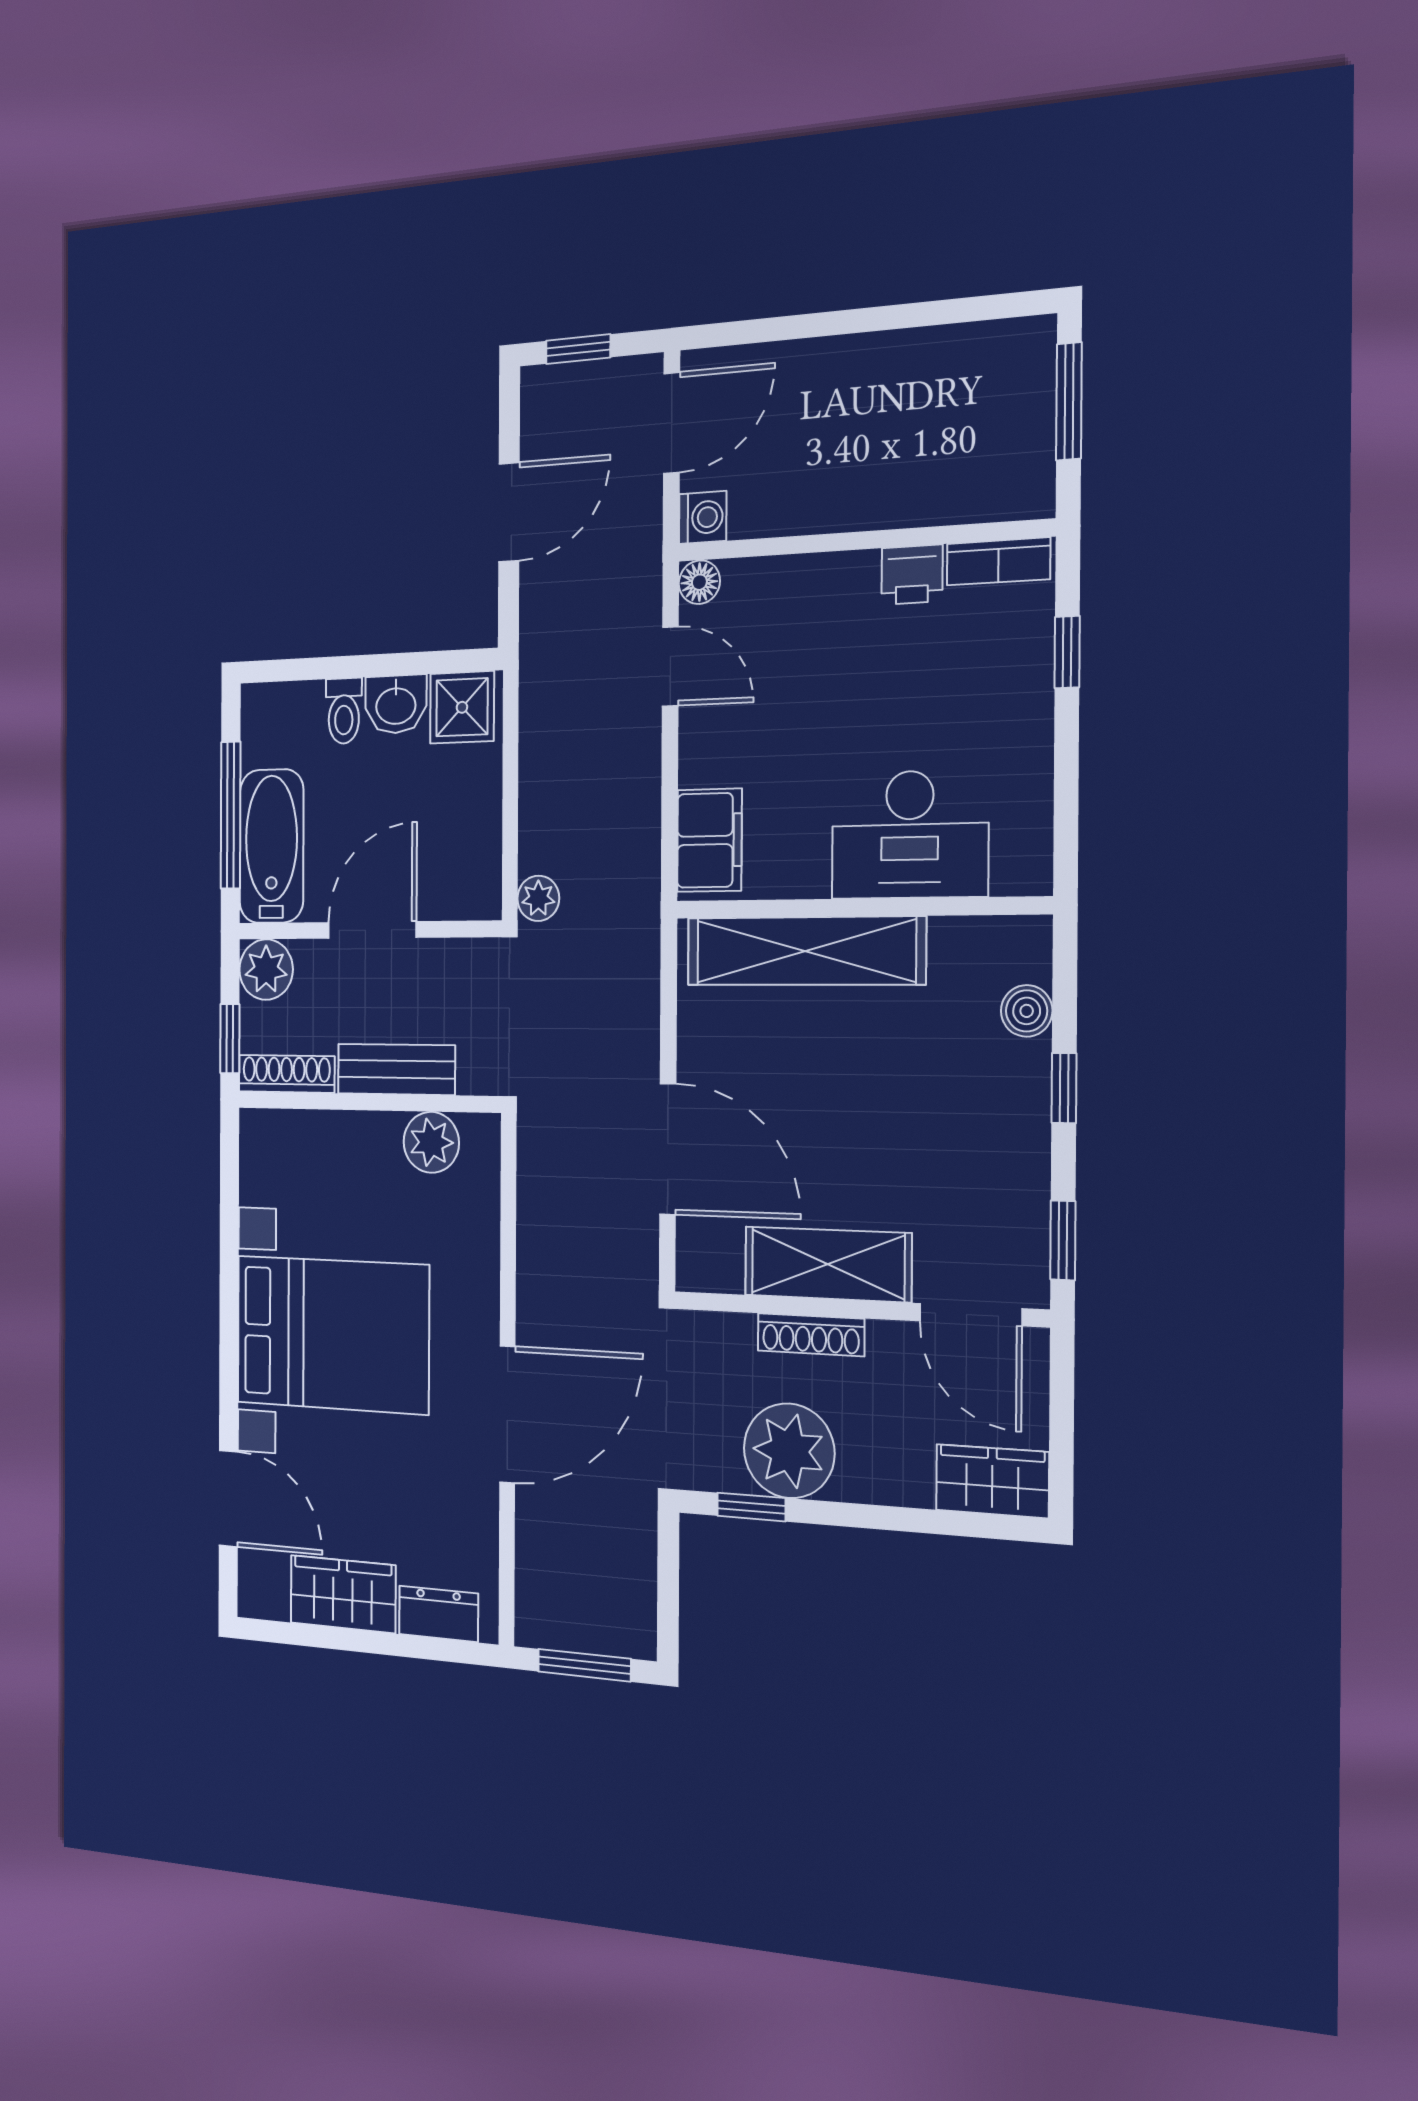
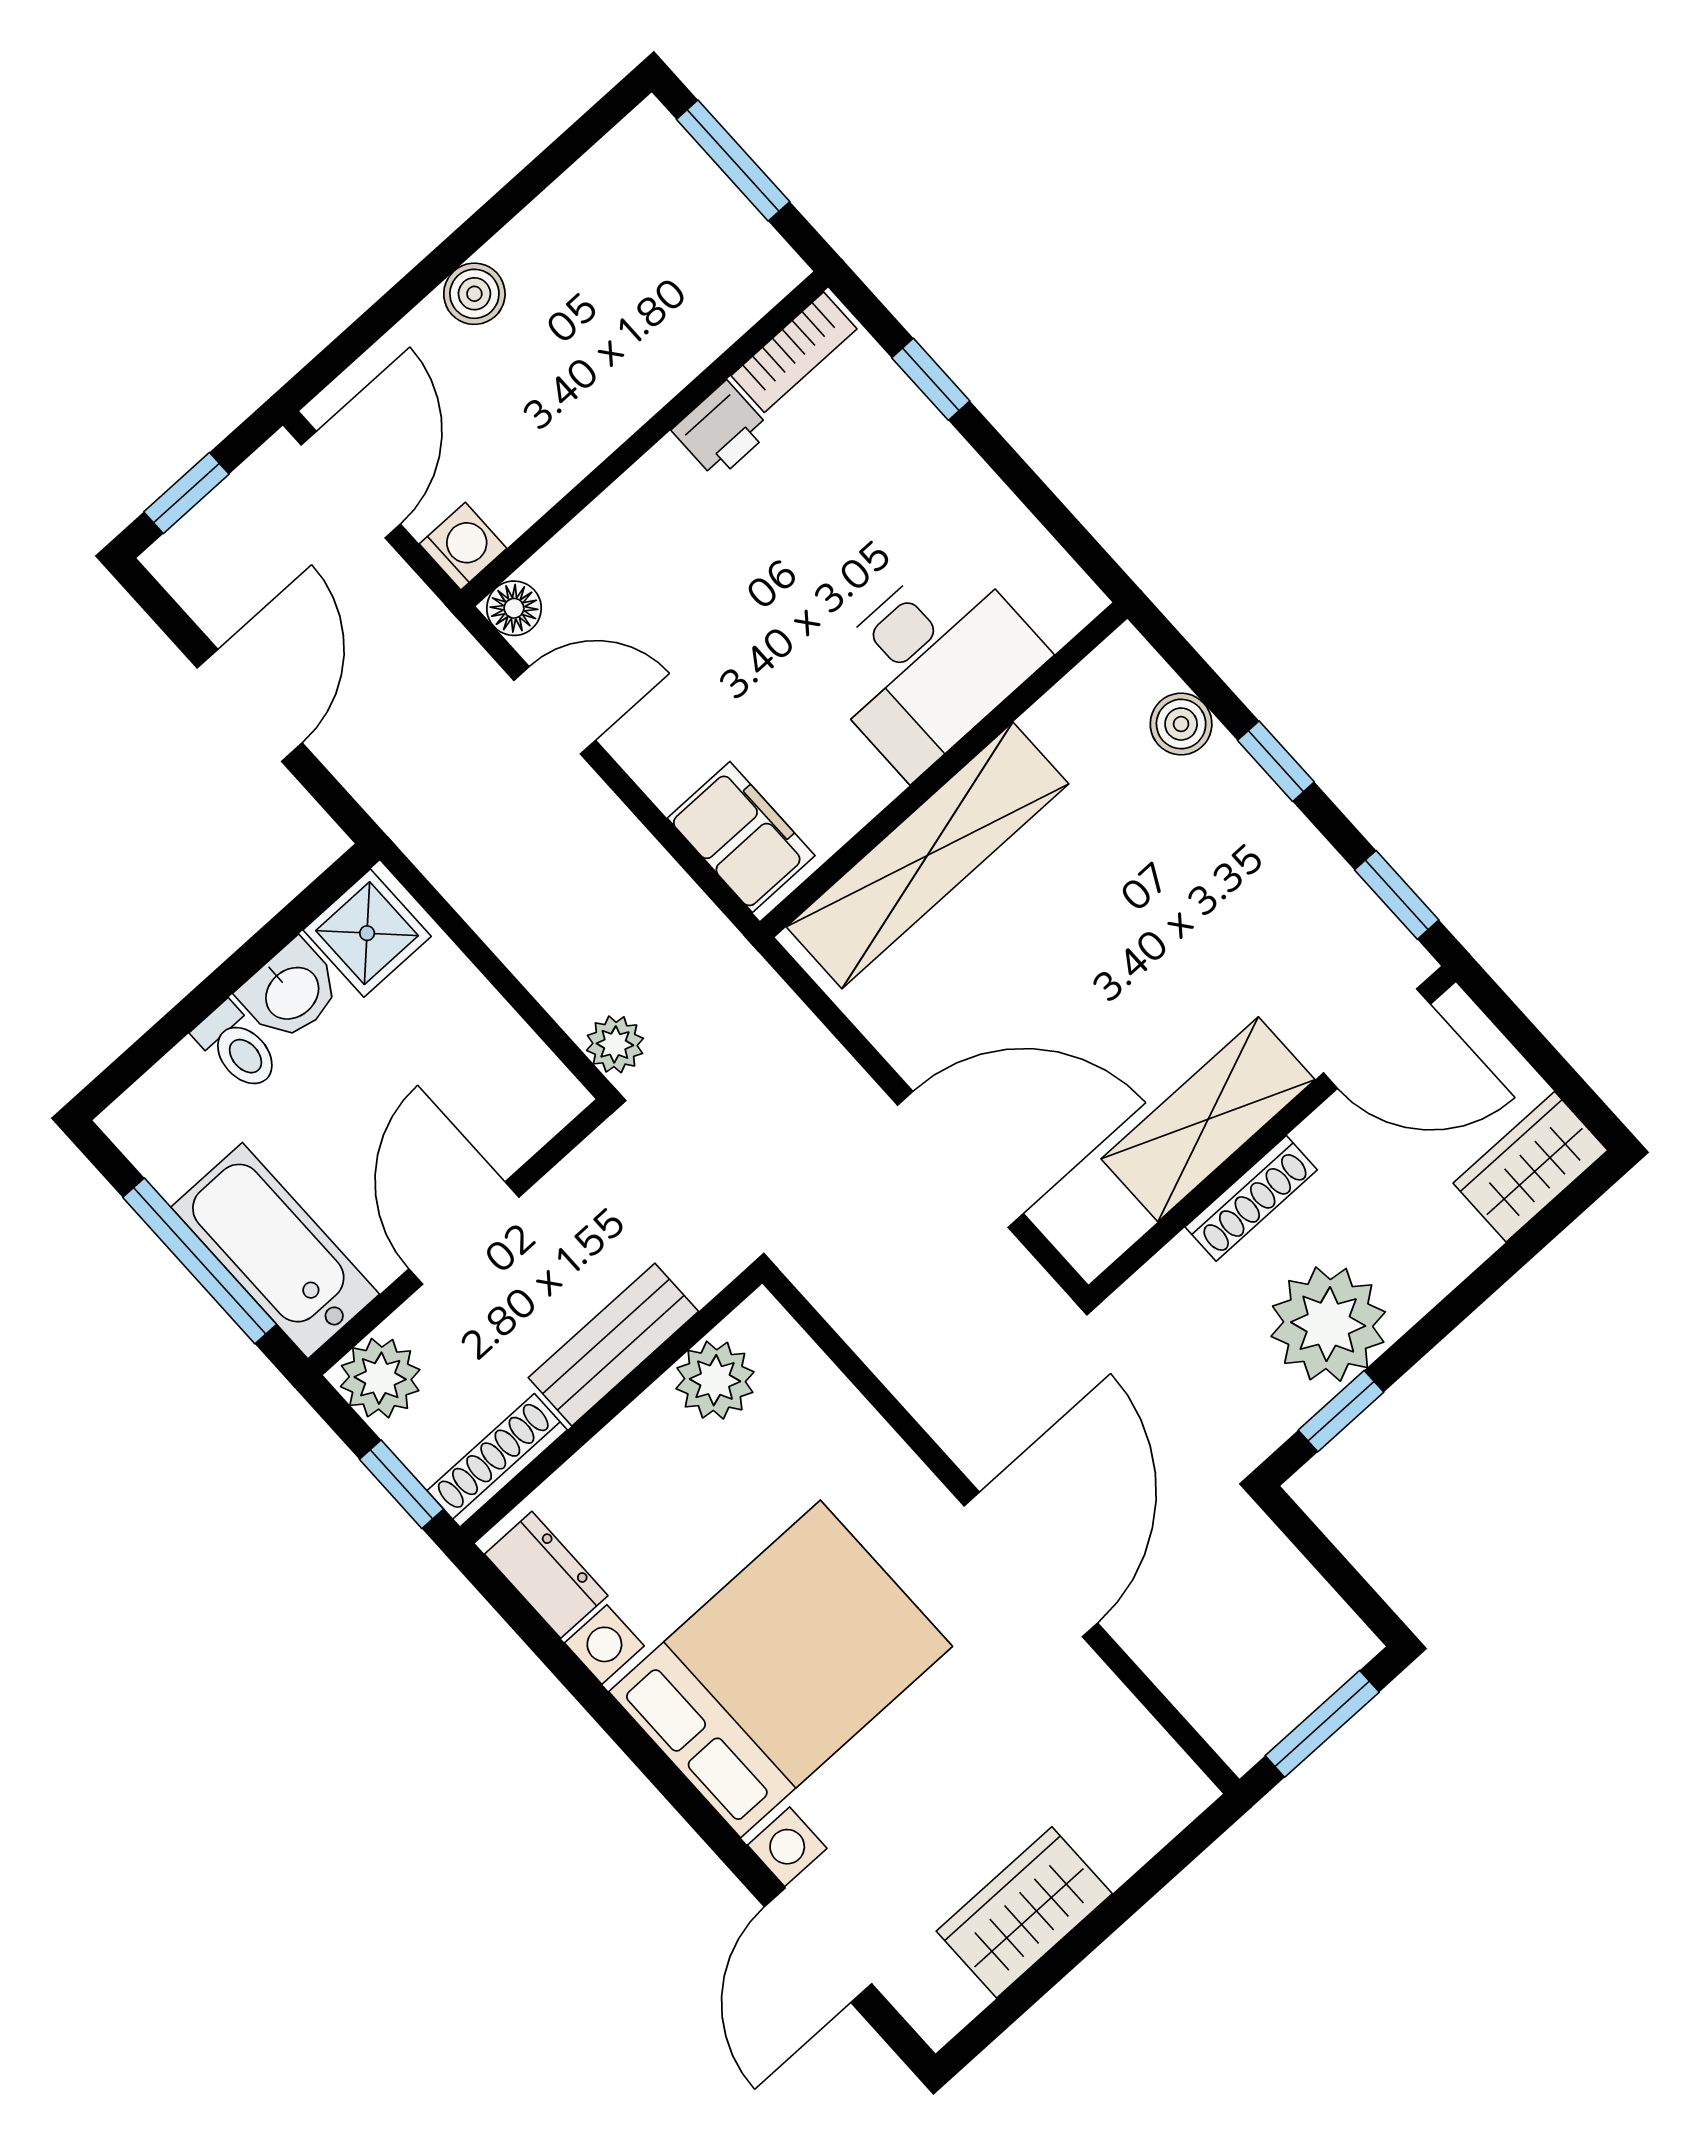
boiler: (840, 360) -> (474, 294), added
door: (228, 1499) -> (818, 1945), swing flipped
dresser: (438, 1614) -> (546, 1575), moved, turned 90

